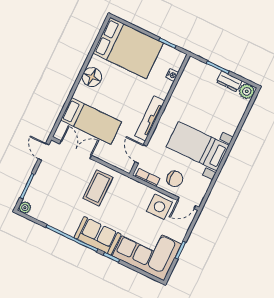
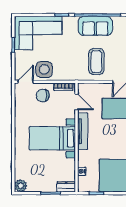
dresser: (229, 81) -> (66, 187), moved
bed with nightstands: (198, 146) -> (52, 138), moved, turned 180
sofa: (98, 236) -> (95, 26), moved

